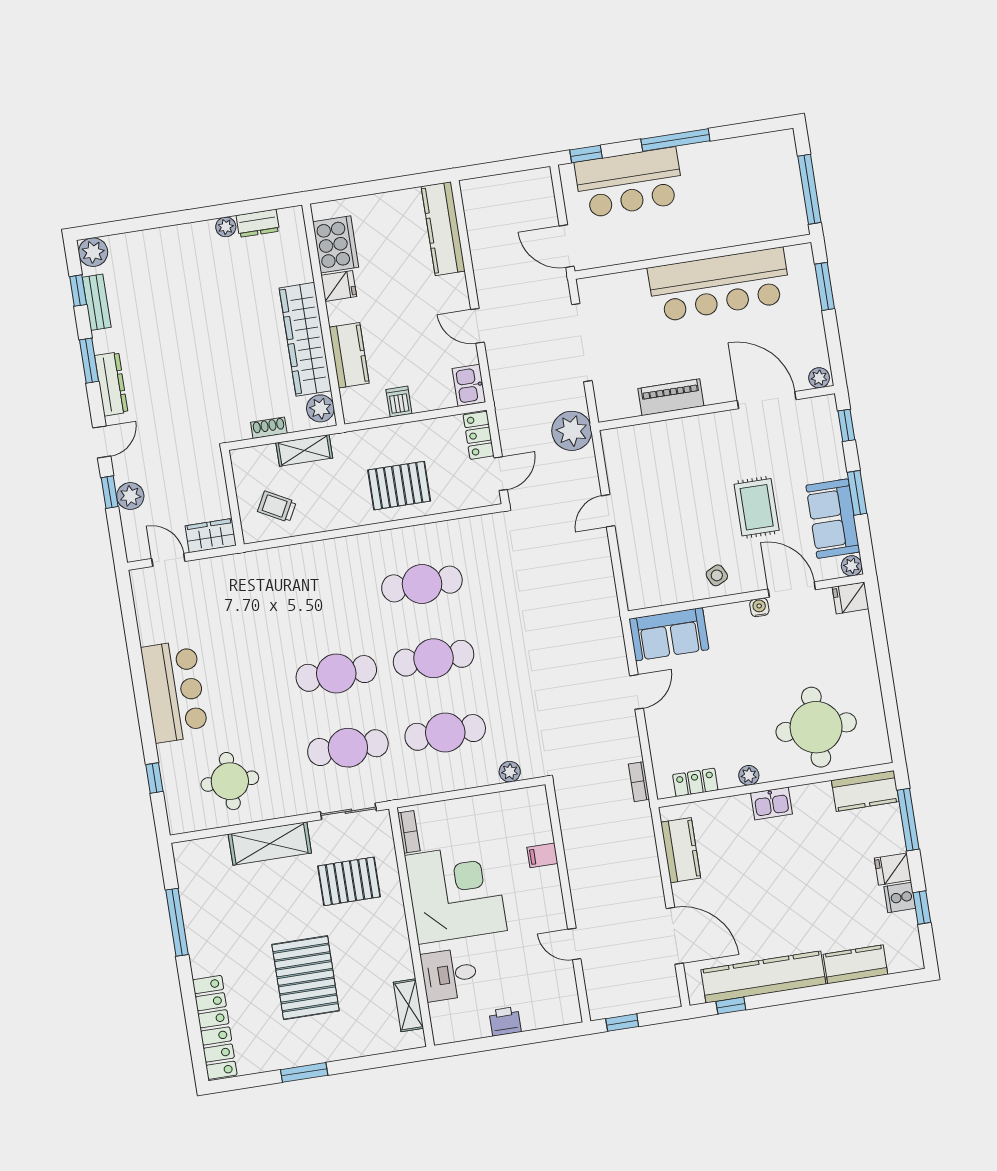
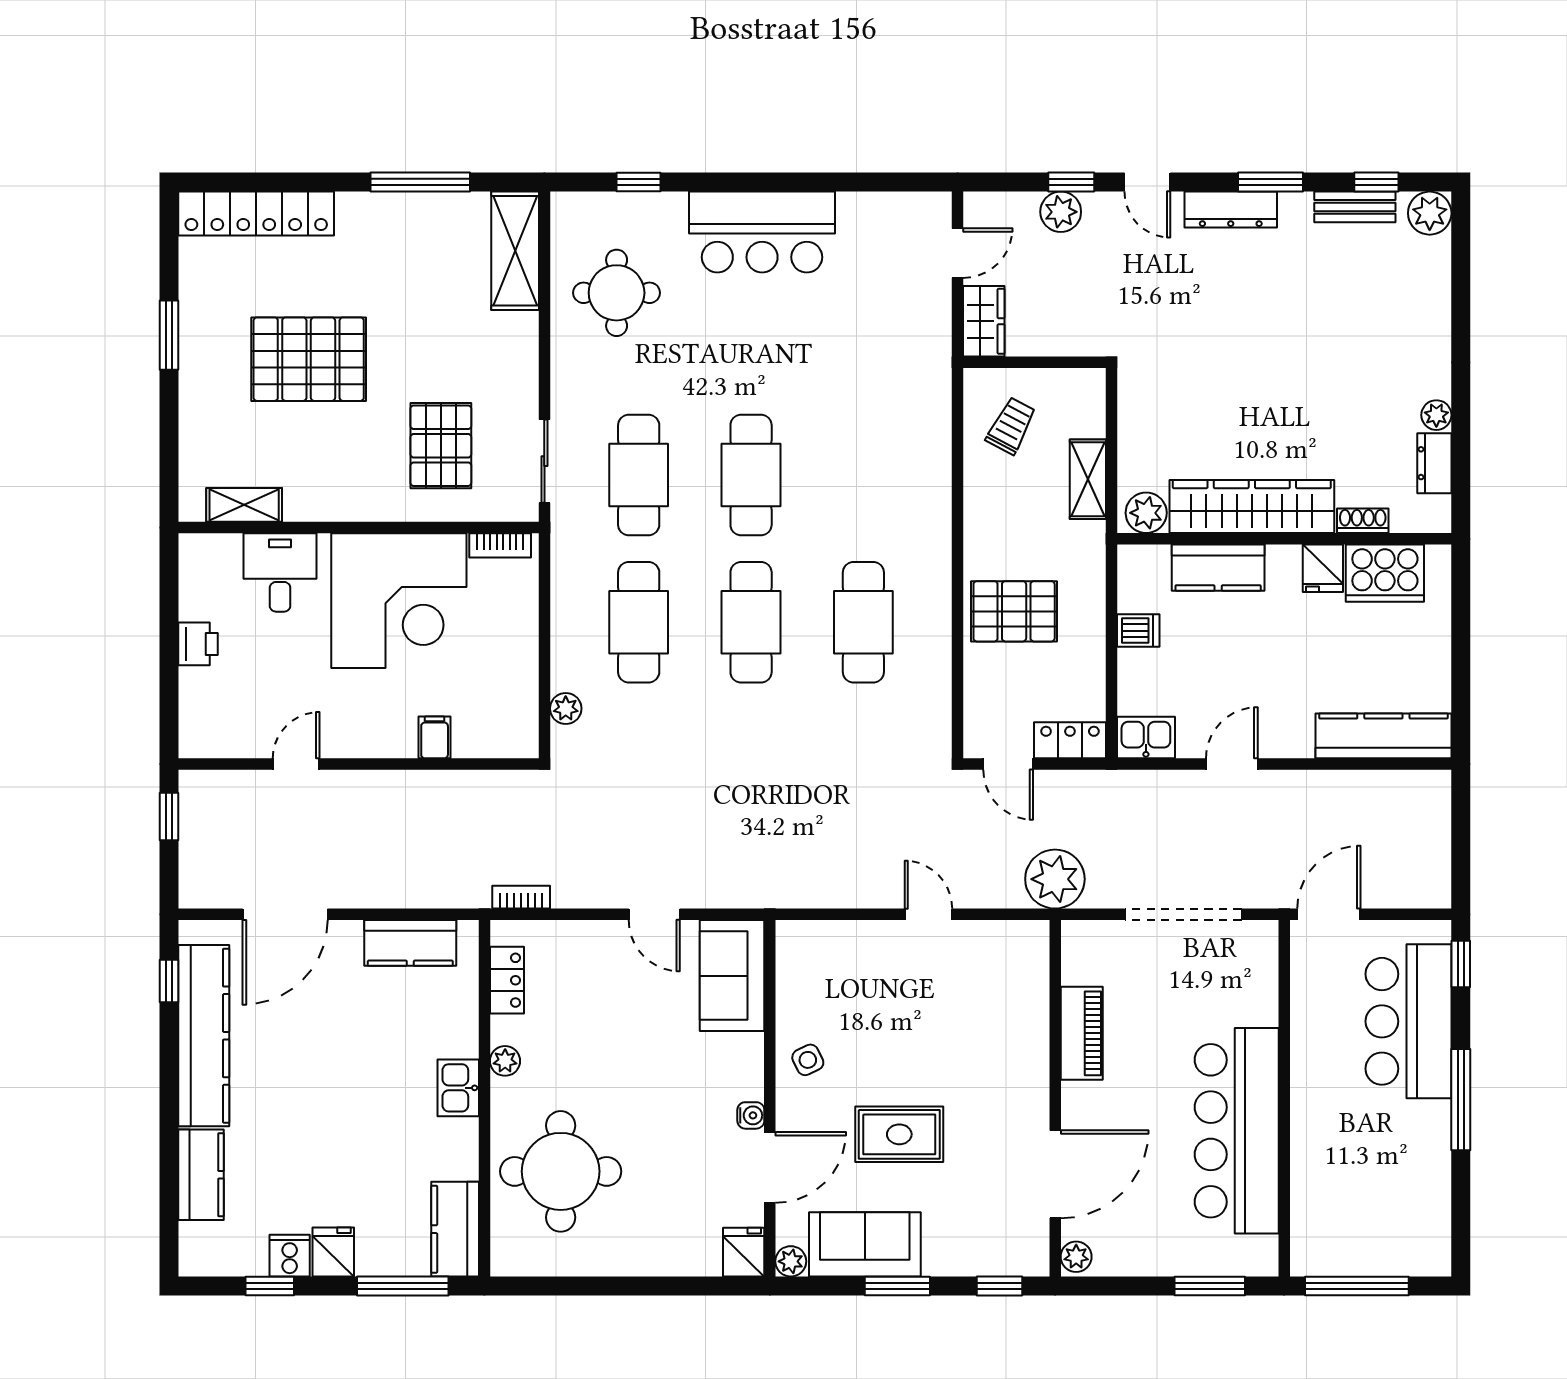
shoe rack: (269, 428) -> (1363, 521), moved, turned -90
pallet: (399, 486) -> (1014, 611), turned 90
shelving: (270, 844) -> (515, 251), moved

